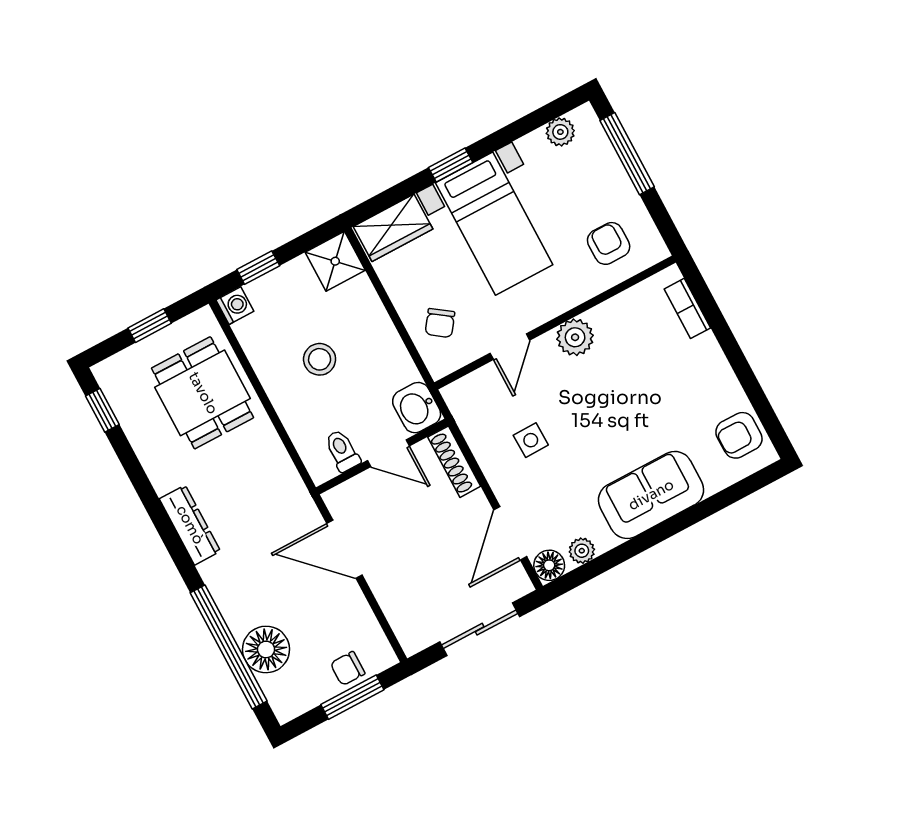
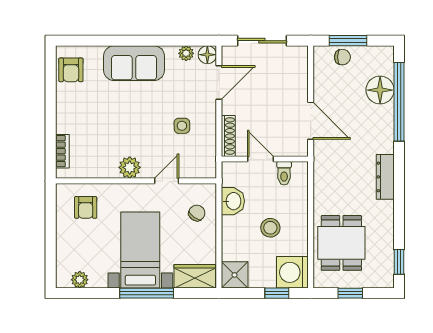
window: (627, 154) -> (51, 250), removed
window: (451, 165) -> (147, 293), width x2.17
washing machine: (235, 306) -> (292, 272), width x1.89, depth x1.89
washbasin: (417, 408) -> (233, 201), moved
armchair: (739, 435) -> (71, 70), turned 90

